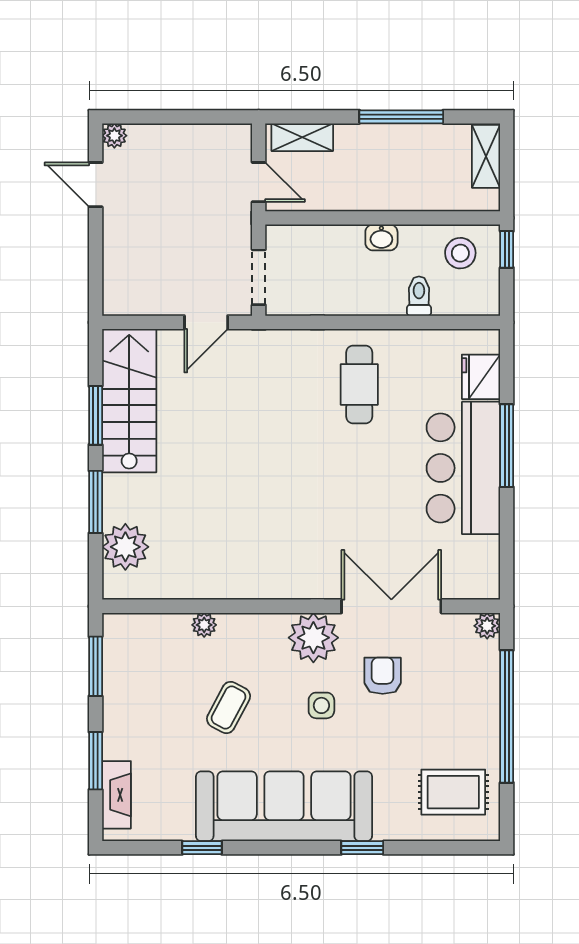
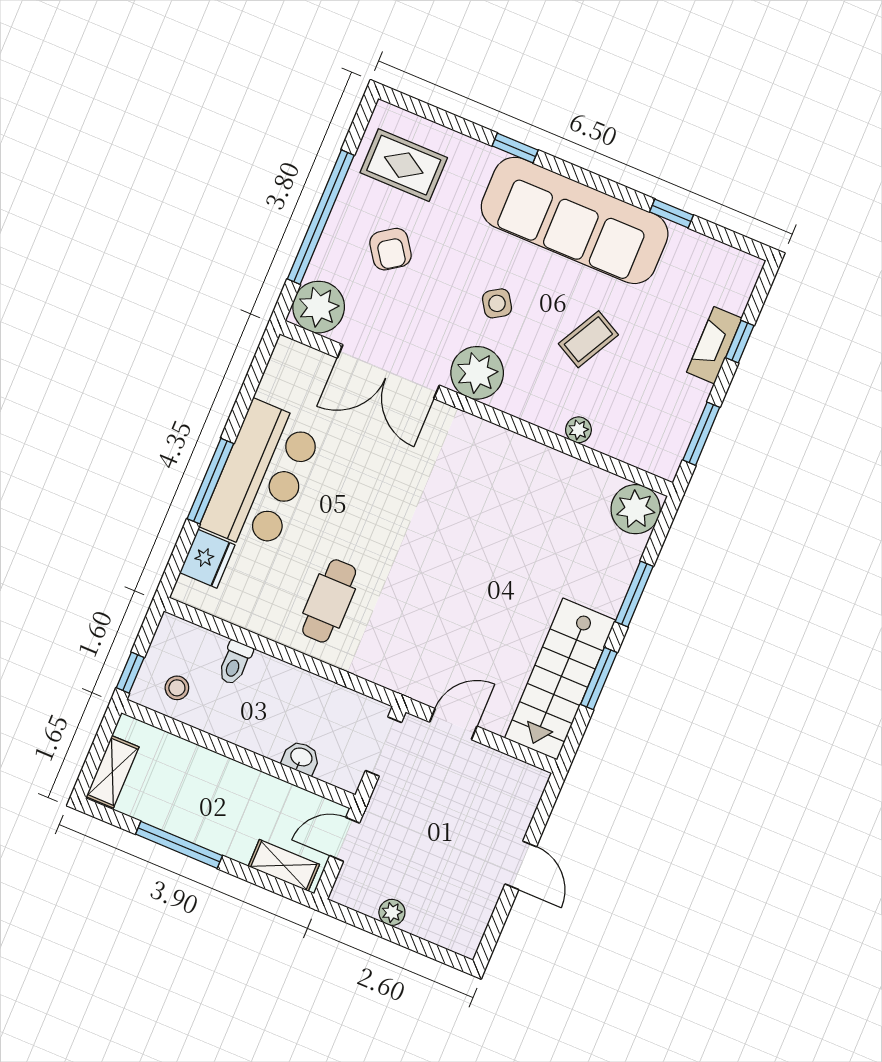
plant: (114, 136) -> (392, 912), moved
door: (259, 182) -> (345, 839), hinge flipped
door: (96, 185) -> (521, 865), moved
washbasin: (381, 237) -> (301, 758), moved
stool: (460, 253) -> (177, 688), width x0.73, depth x0.73
plant: (125, 547) -> (636, 509), moved
plant: (487, 626) -> (319, 307), width x1.88, depth x1.88
armchair: (383, 676) -> (390, 249), moved, turned -35
side table: (321, 705) -> (497, 303), turned -33
window: (96, 761) -> (740, 342), width x0.67
fireplace: (116, 795) -> (714, 345), moved

